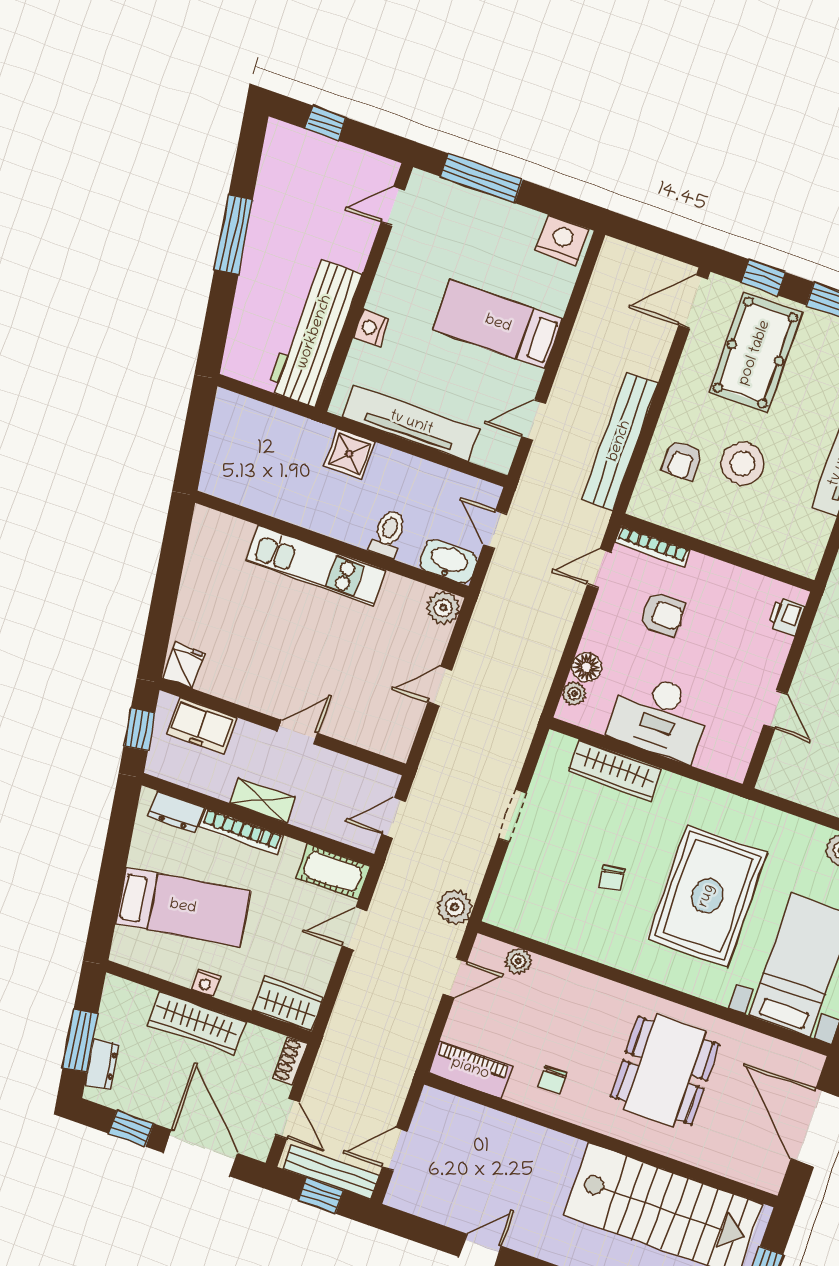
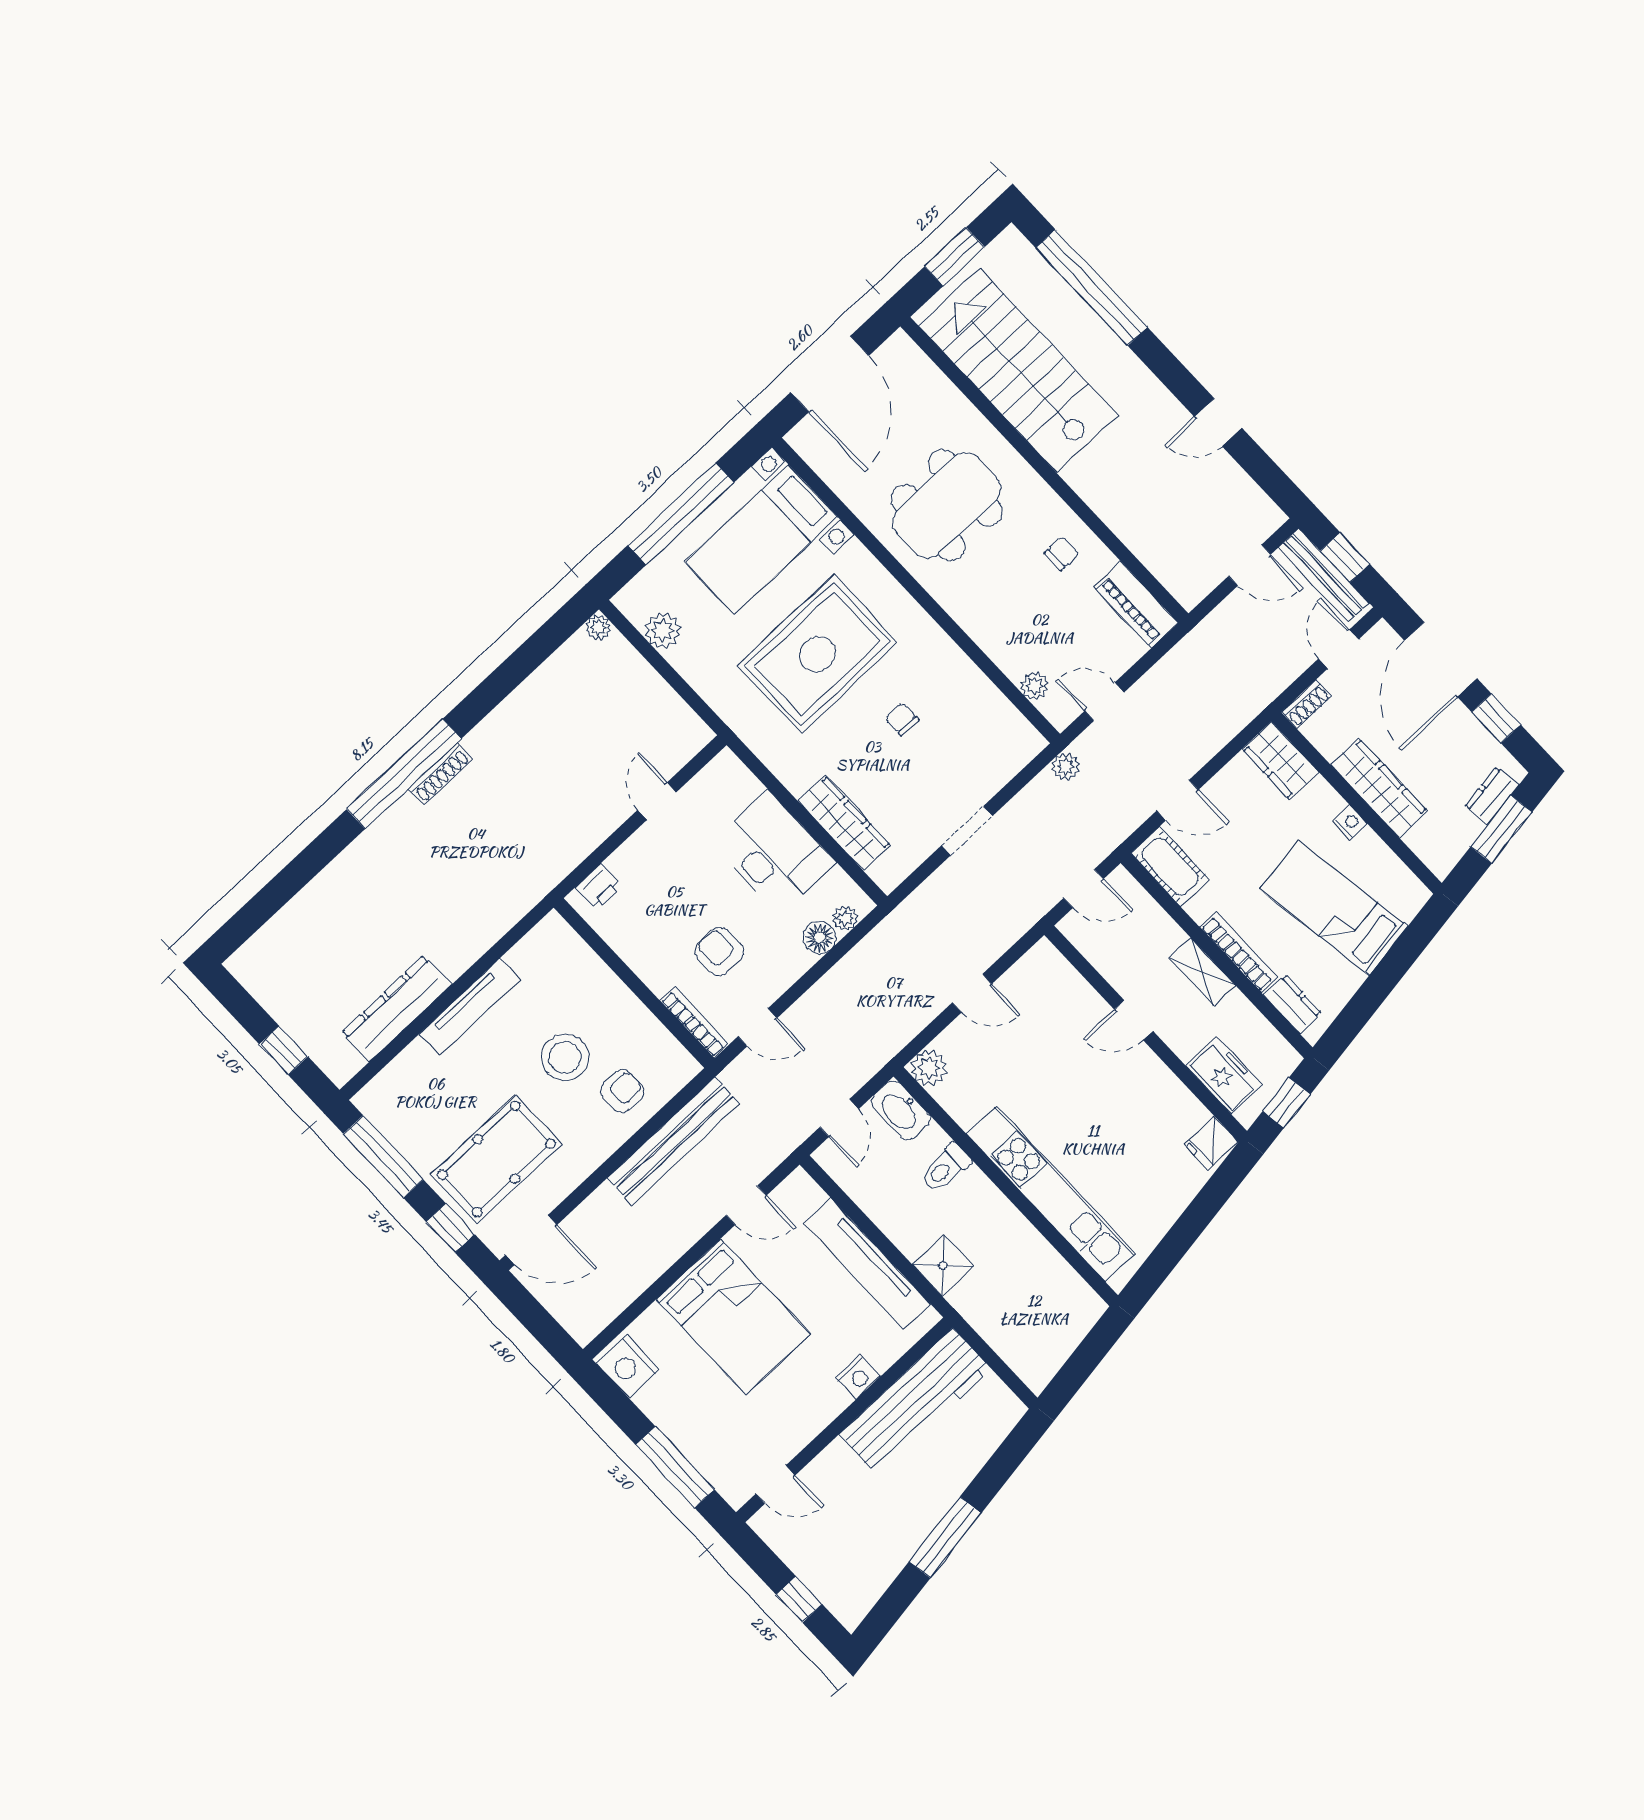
bed: (498, 324) -> (733, 1317), width x1.50
kitchen unit: (316, 566) -> (1051, 1193), width x1.36
chair: (612, 879) -> (902, 719), turned -80
plant: (455, 907) -> (1065, 767), width x0.73, depth x0.73

